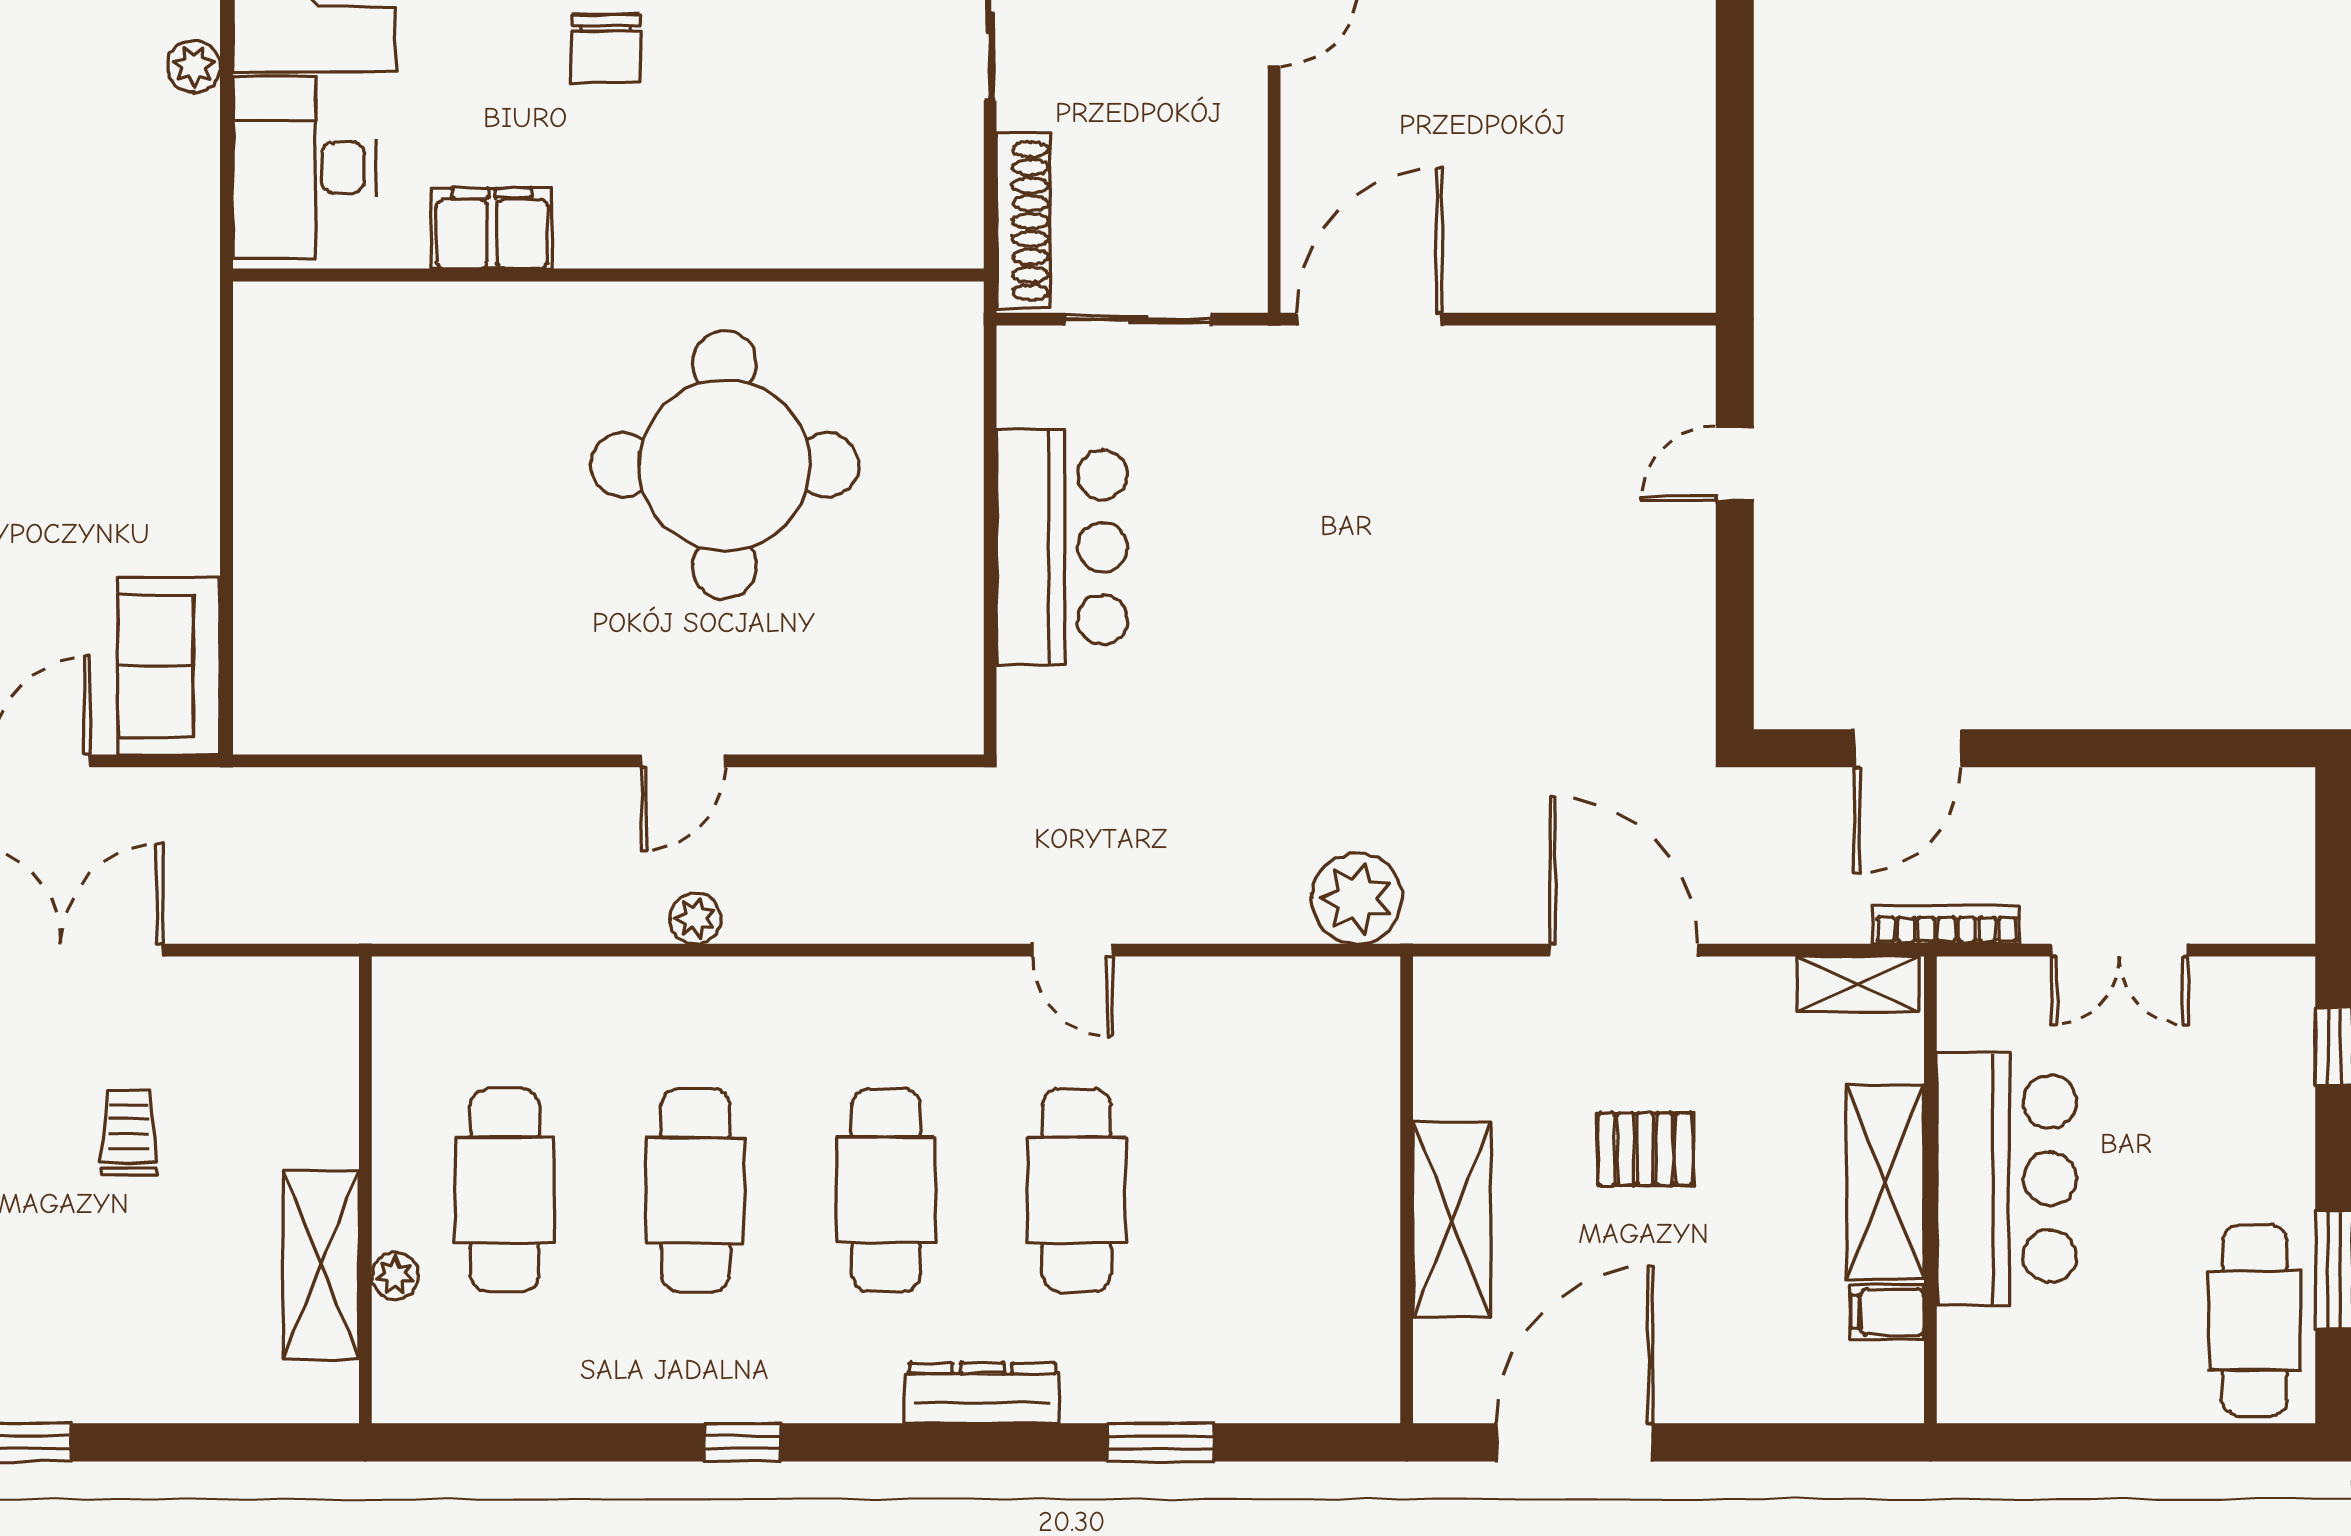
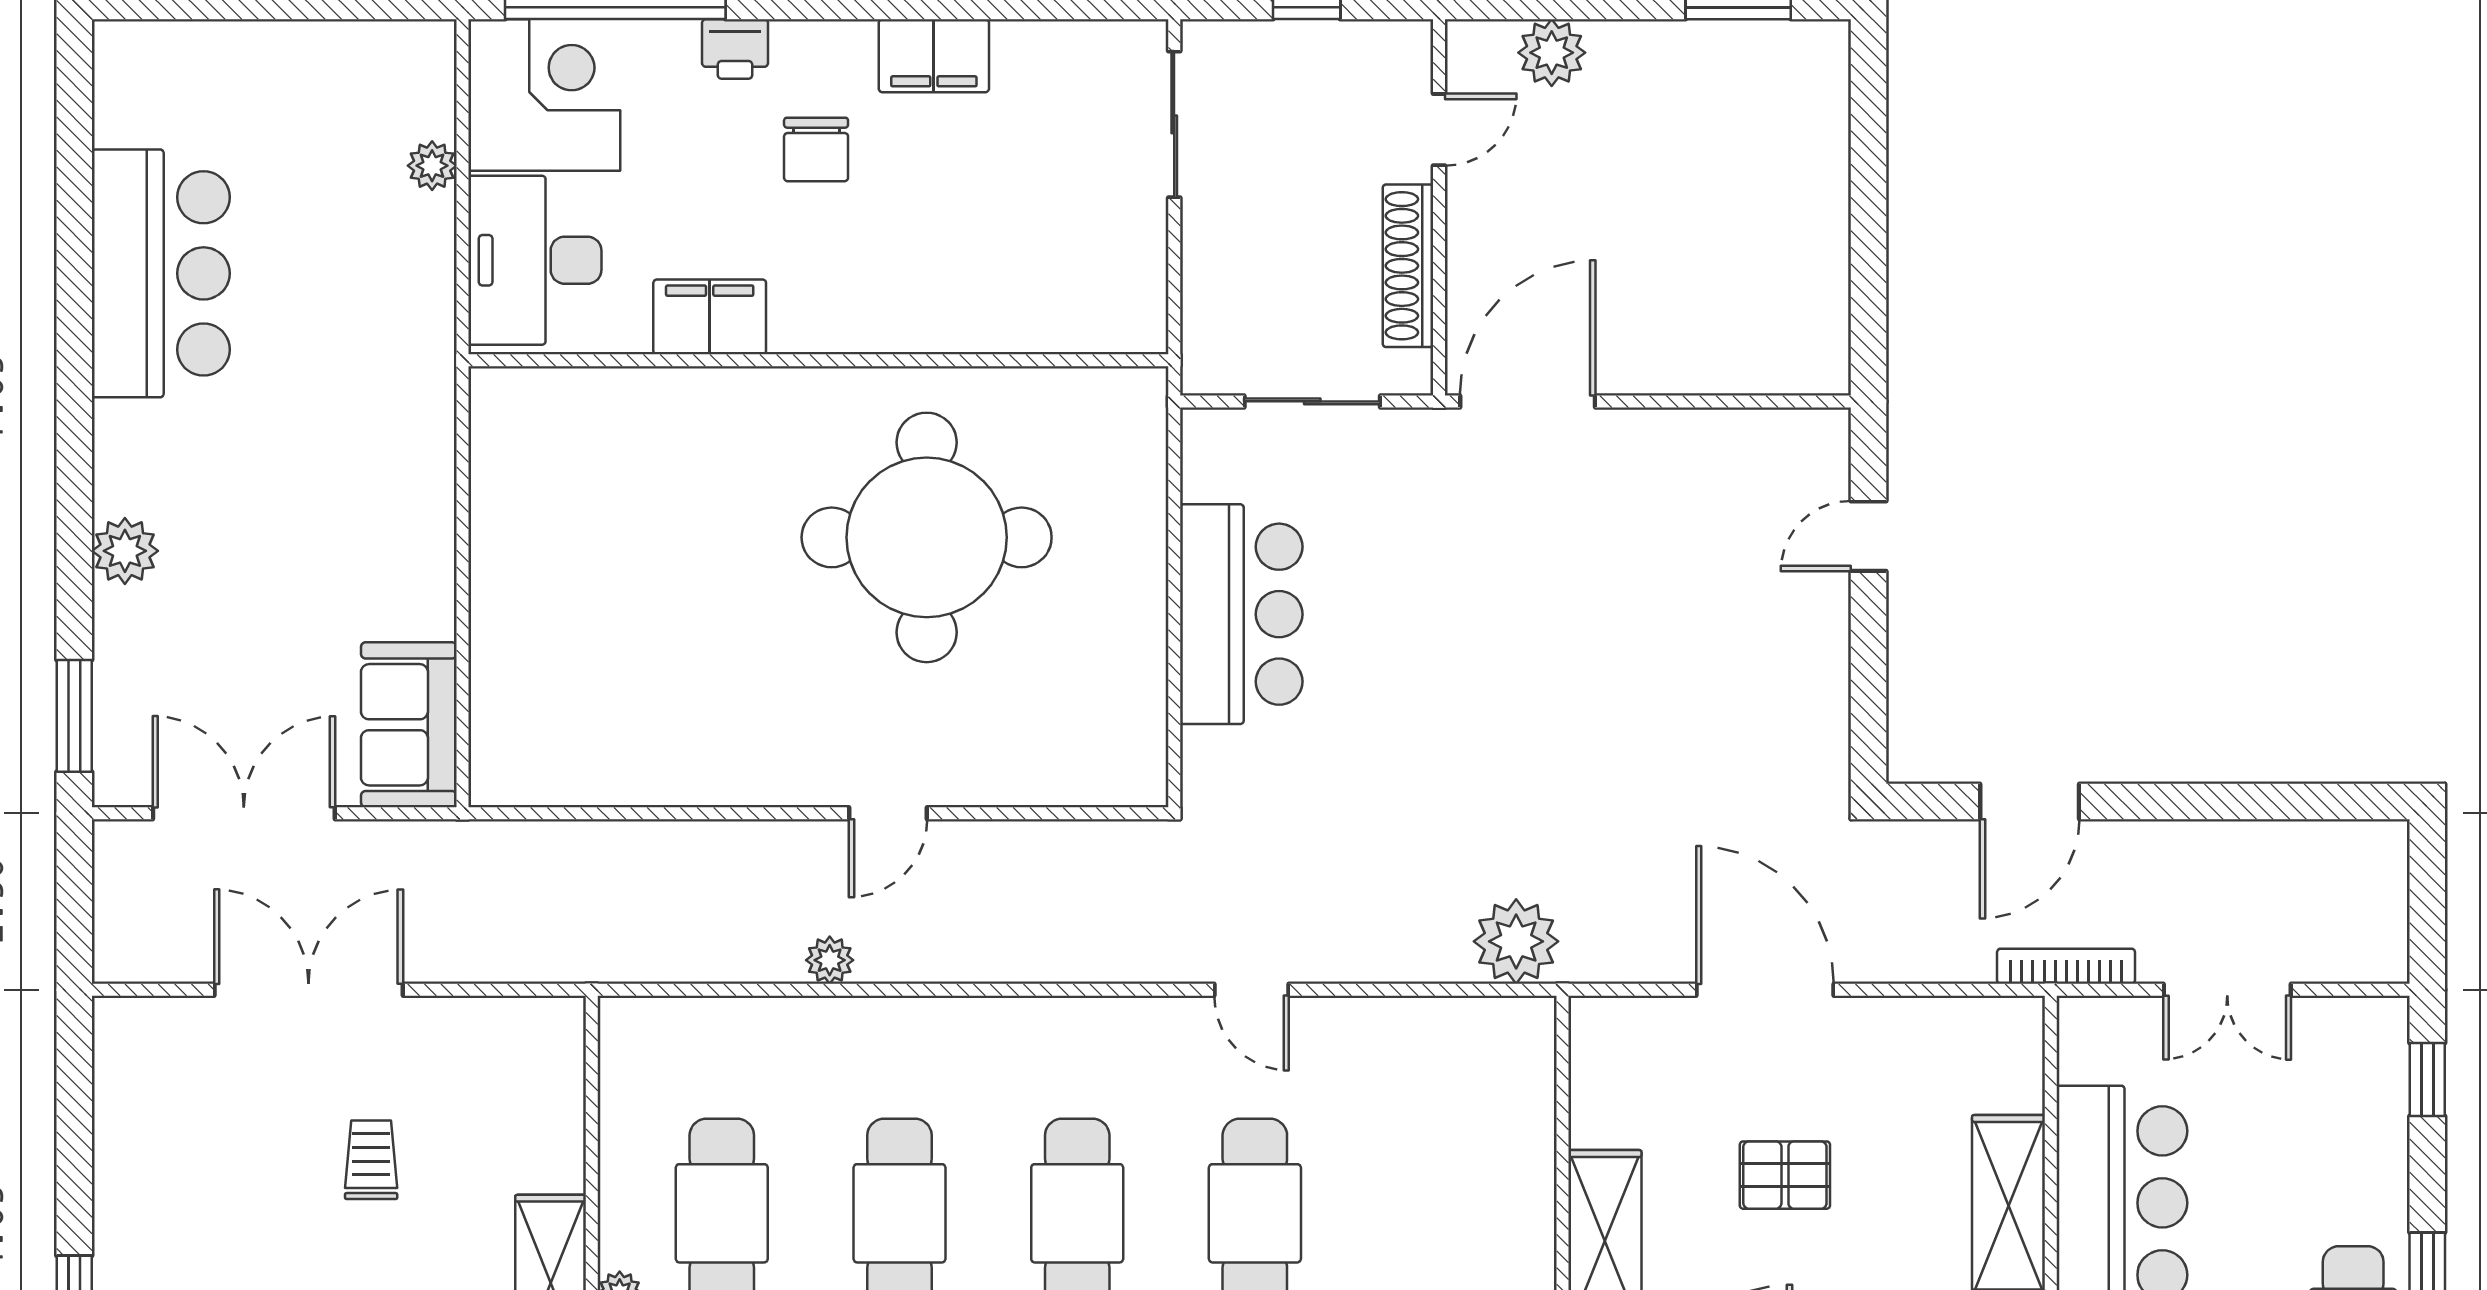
shoe rack: (1023, 221) -> (1408, 266), moved, turned 180
plant: (695, 918) -> (830, 960), moved
shelving: (1858, 984) -> (1983, 1021), removed

